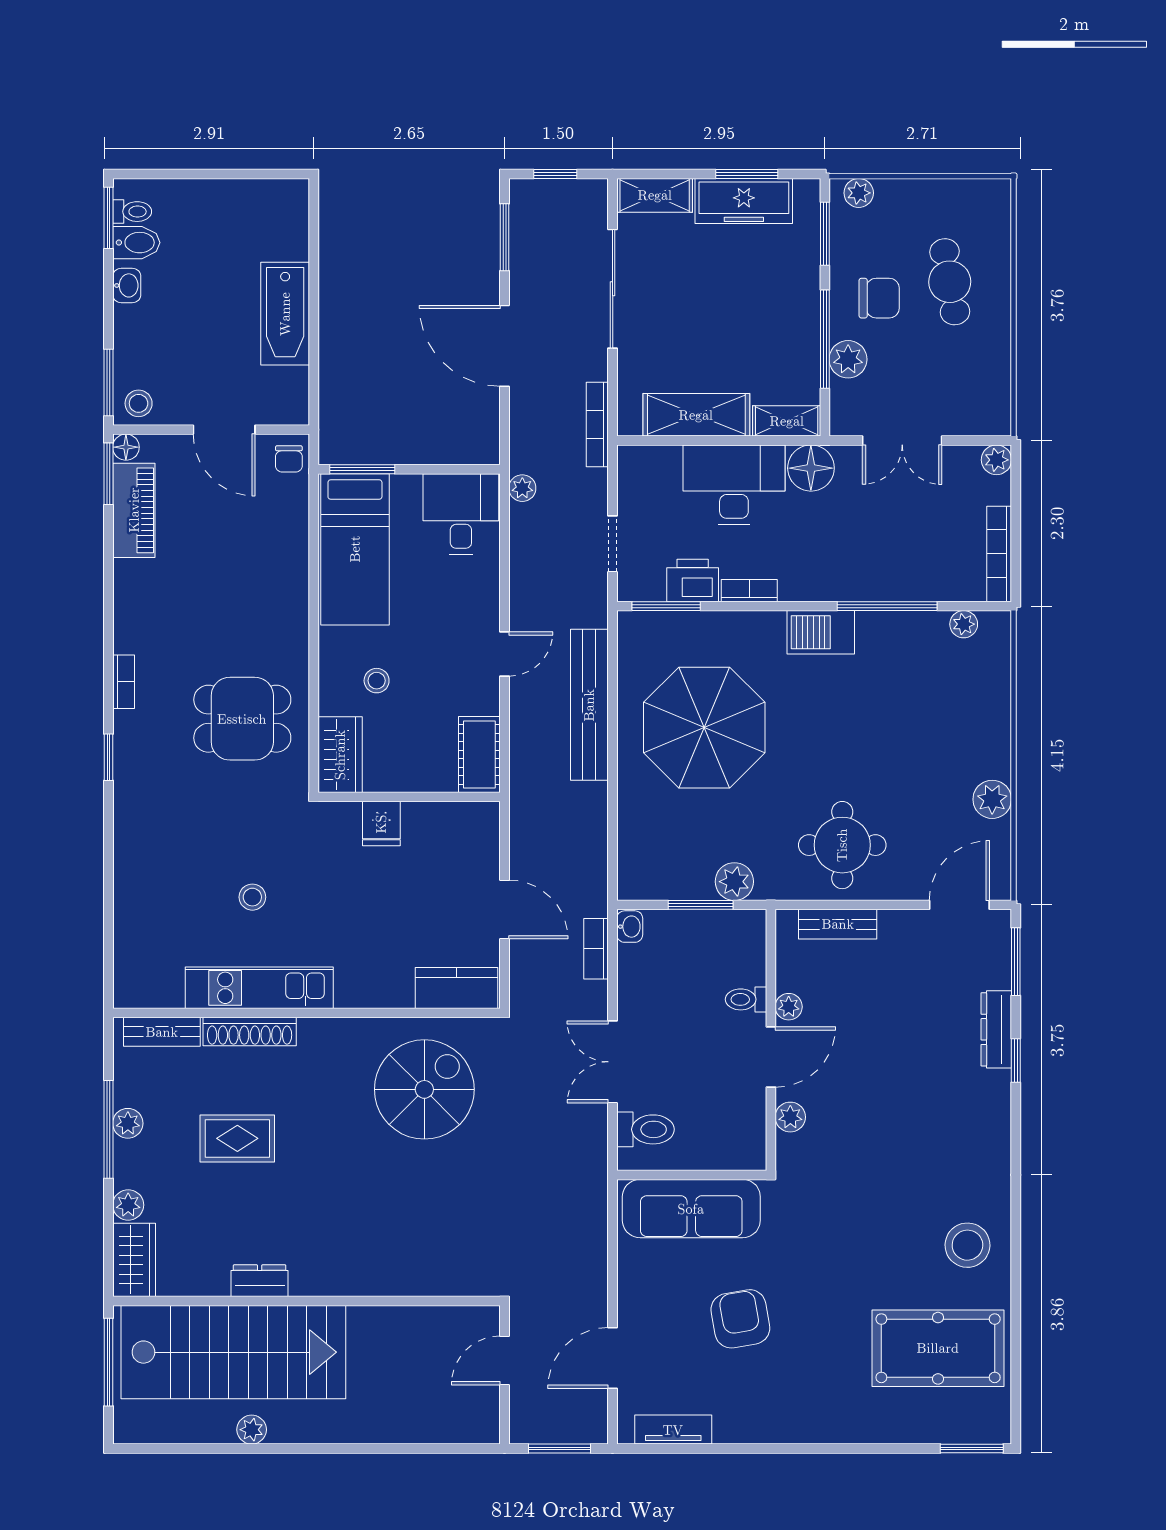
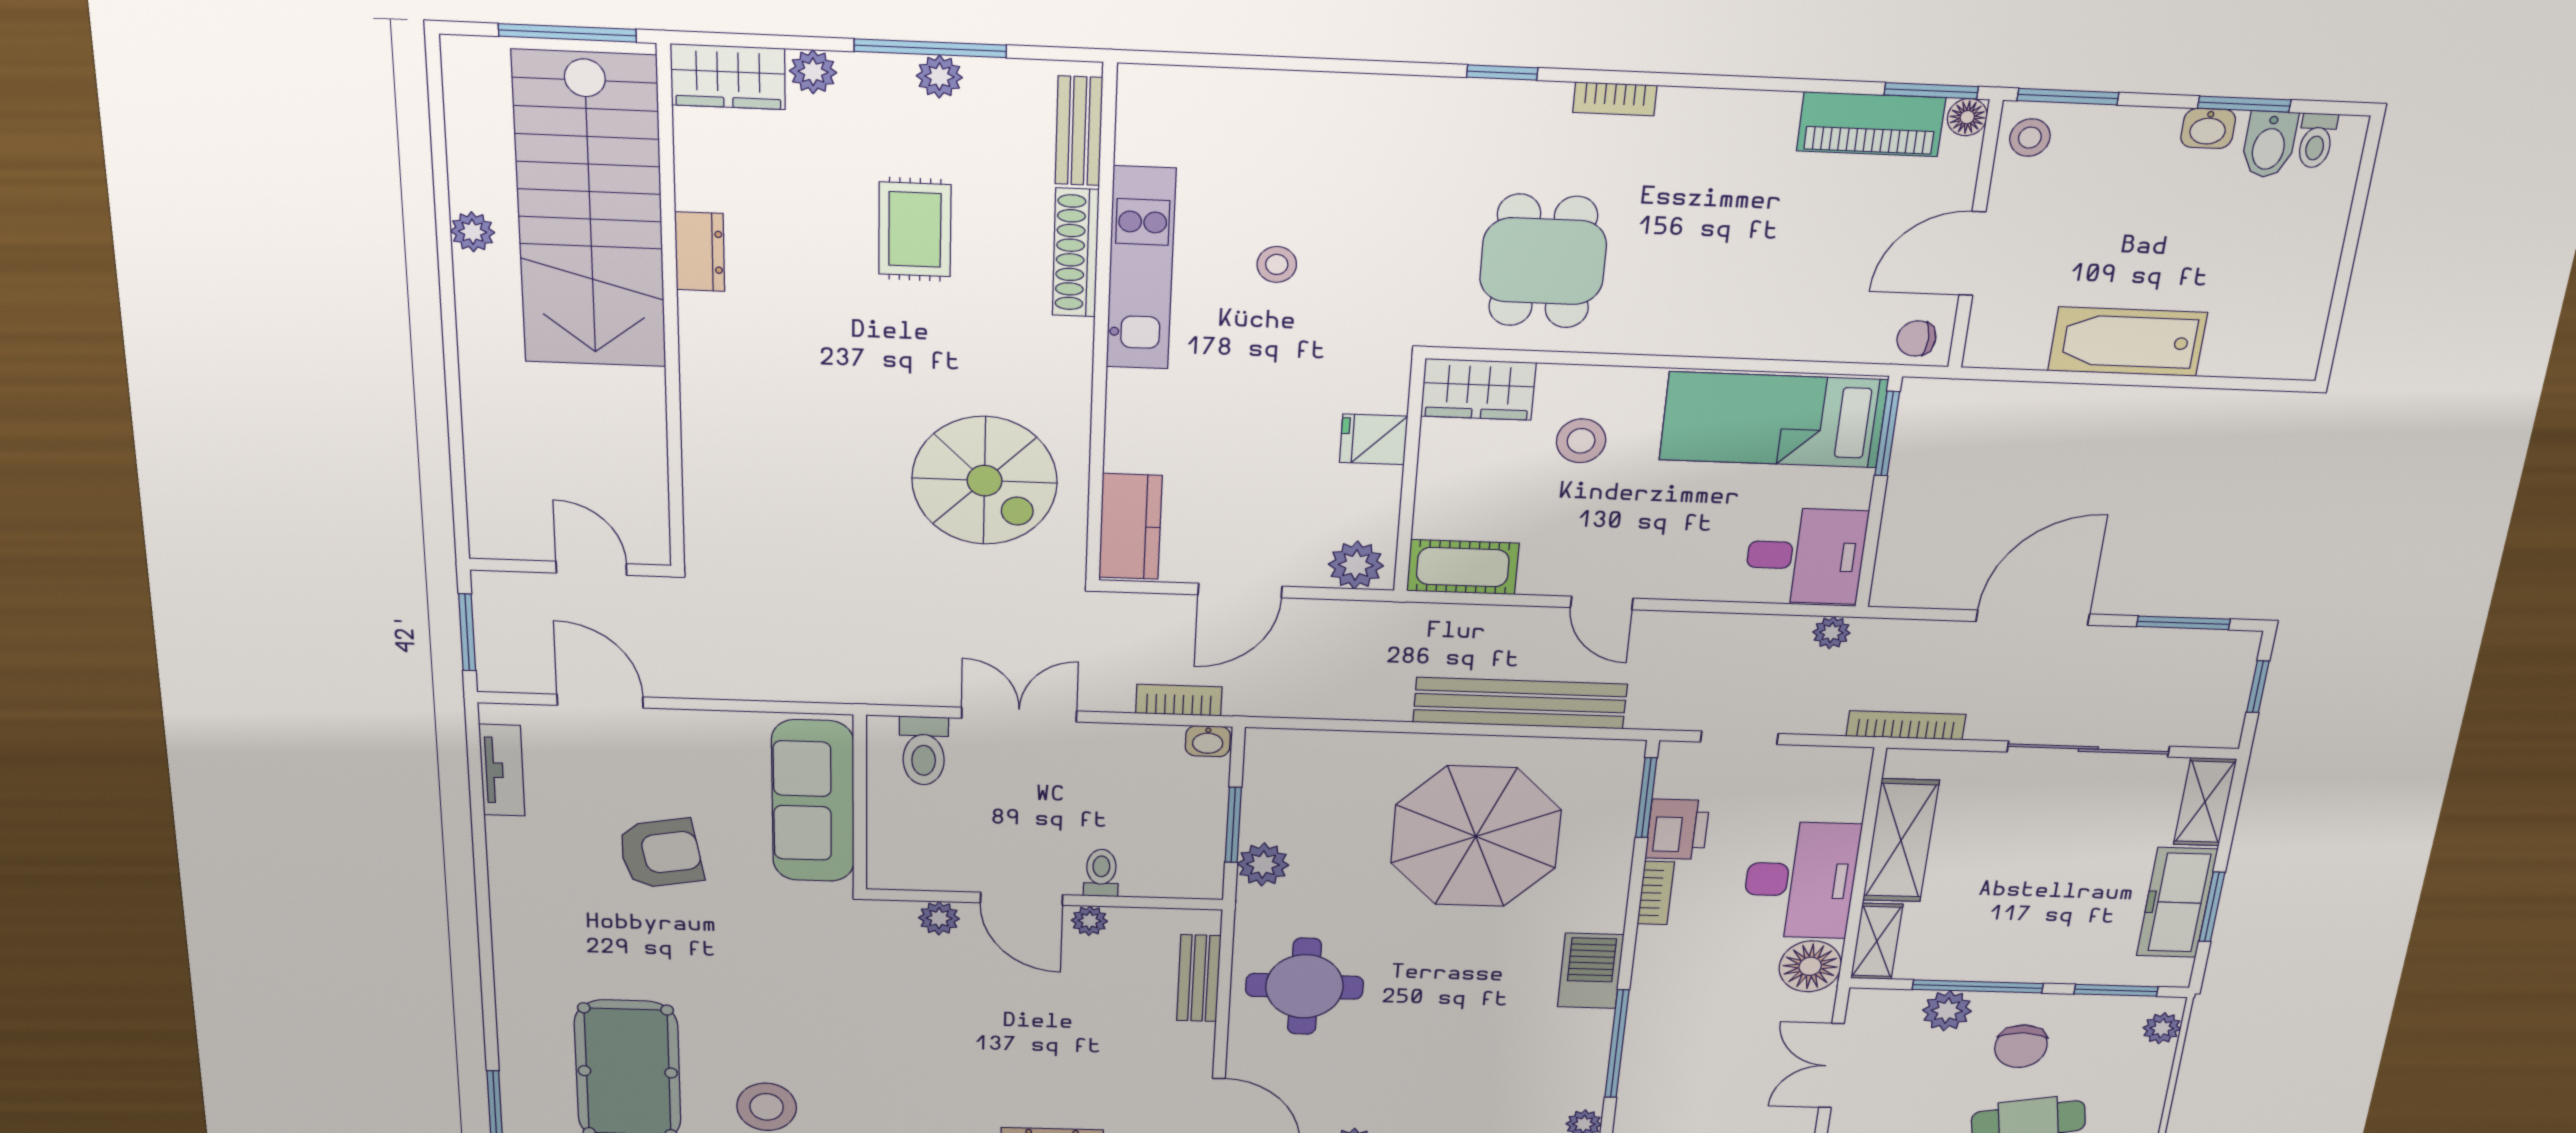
window: (108, 218) -> (2244, 104), moved
stool: (377, 681) -> (1581, 441), width x1.37, depth x1.37
plant: (481, 829) -> (1356, 565), added

